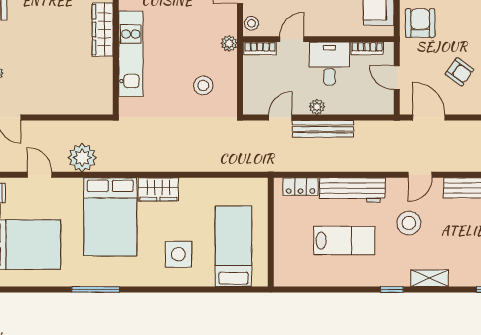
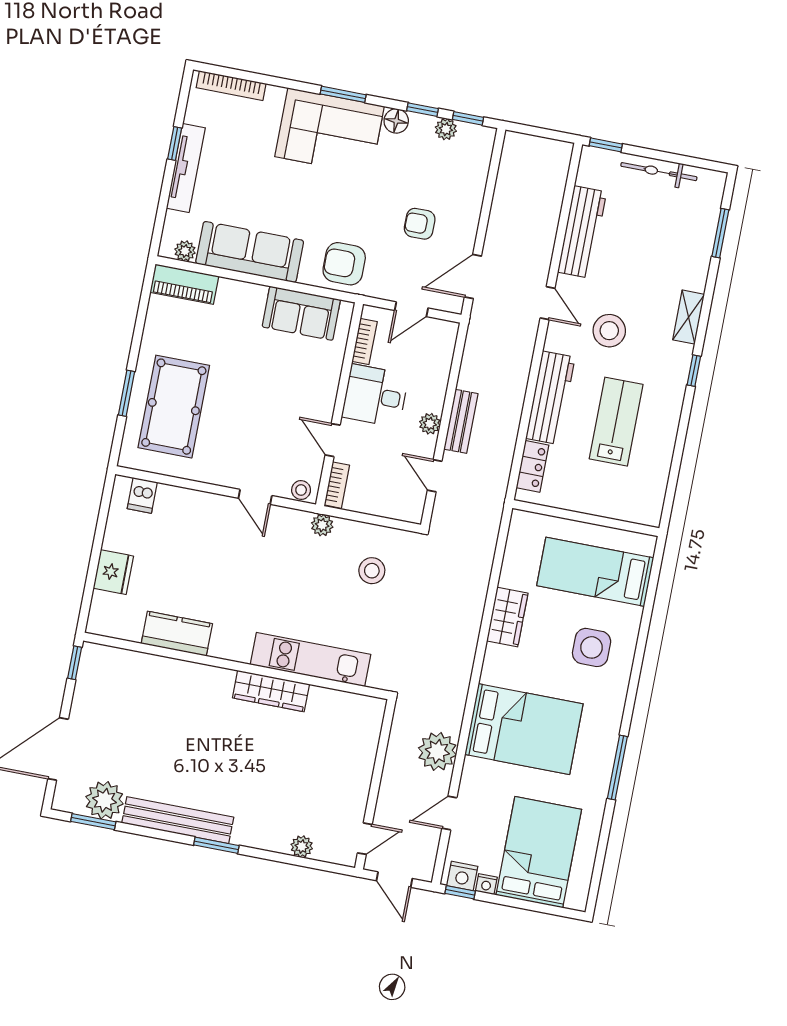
armchair: (459, 72) -> (420, 224), turned -126
bench: (323, 129) -> (461, 421), width x0.73
wardrobe: (158, 189) -> (507, 617), moved

